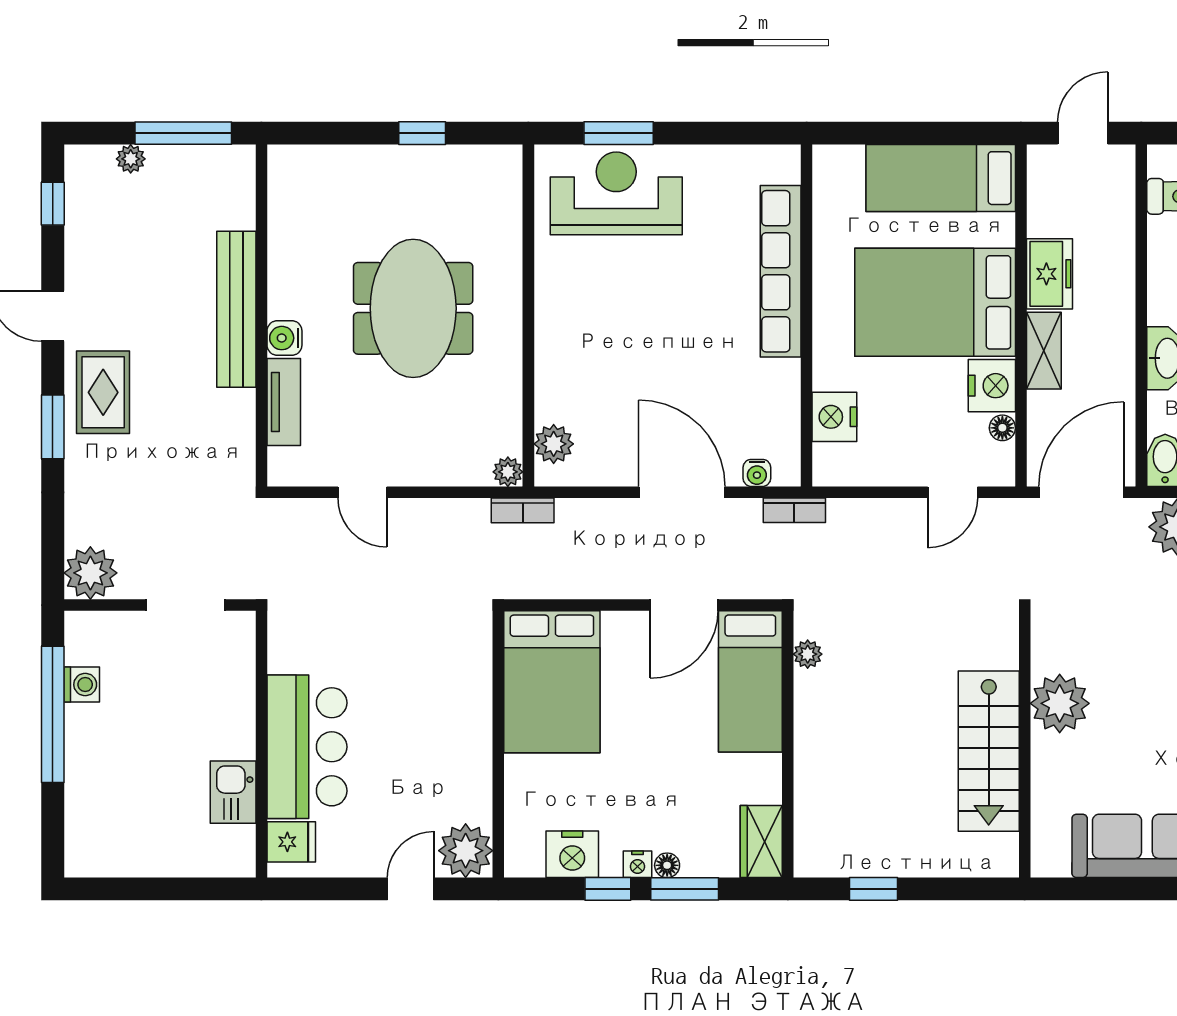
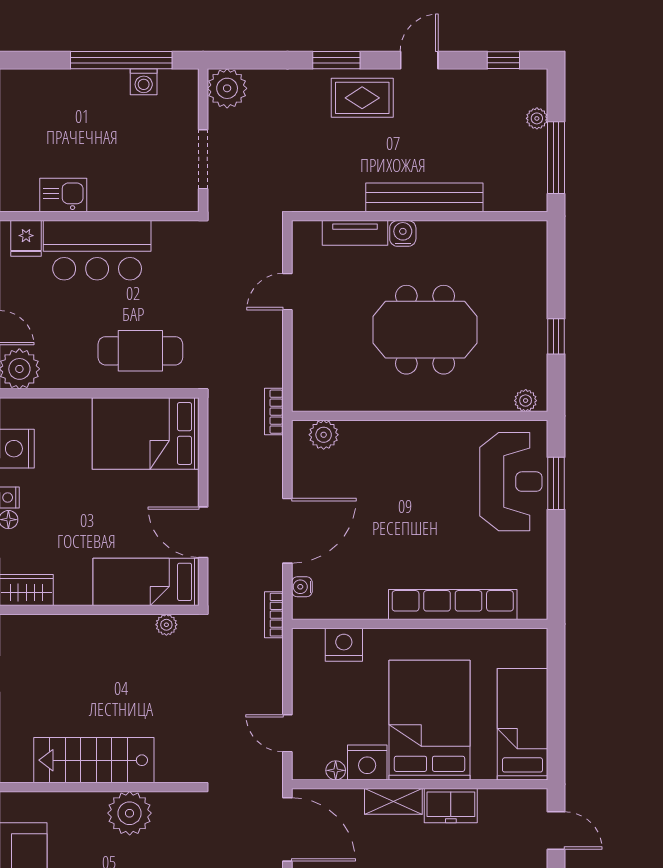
plant: (508, 472) -> (526, 401), moved
cafe table: (441, 689) -> (140, 351), added

